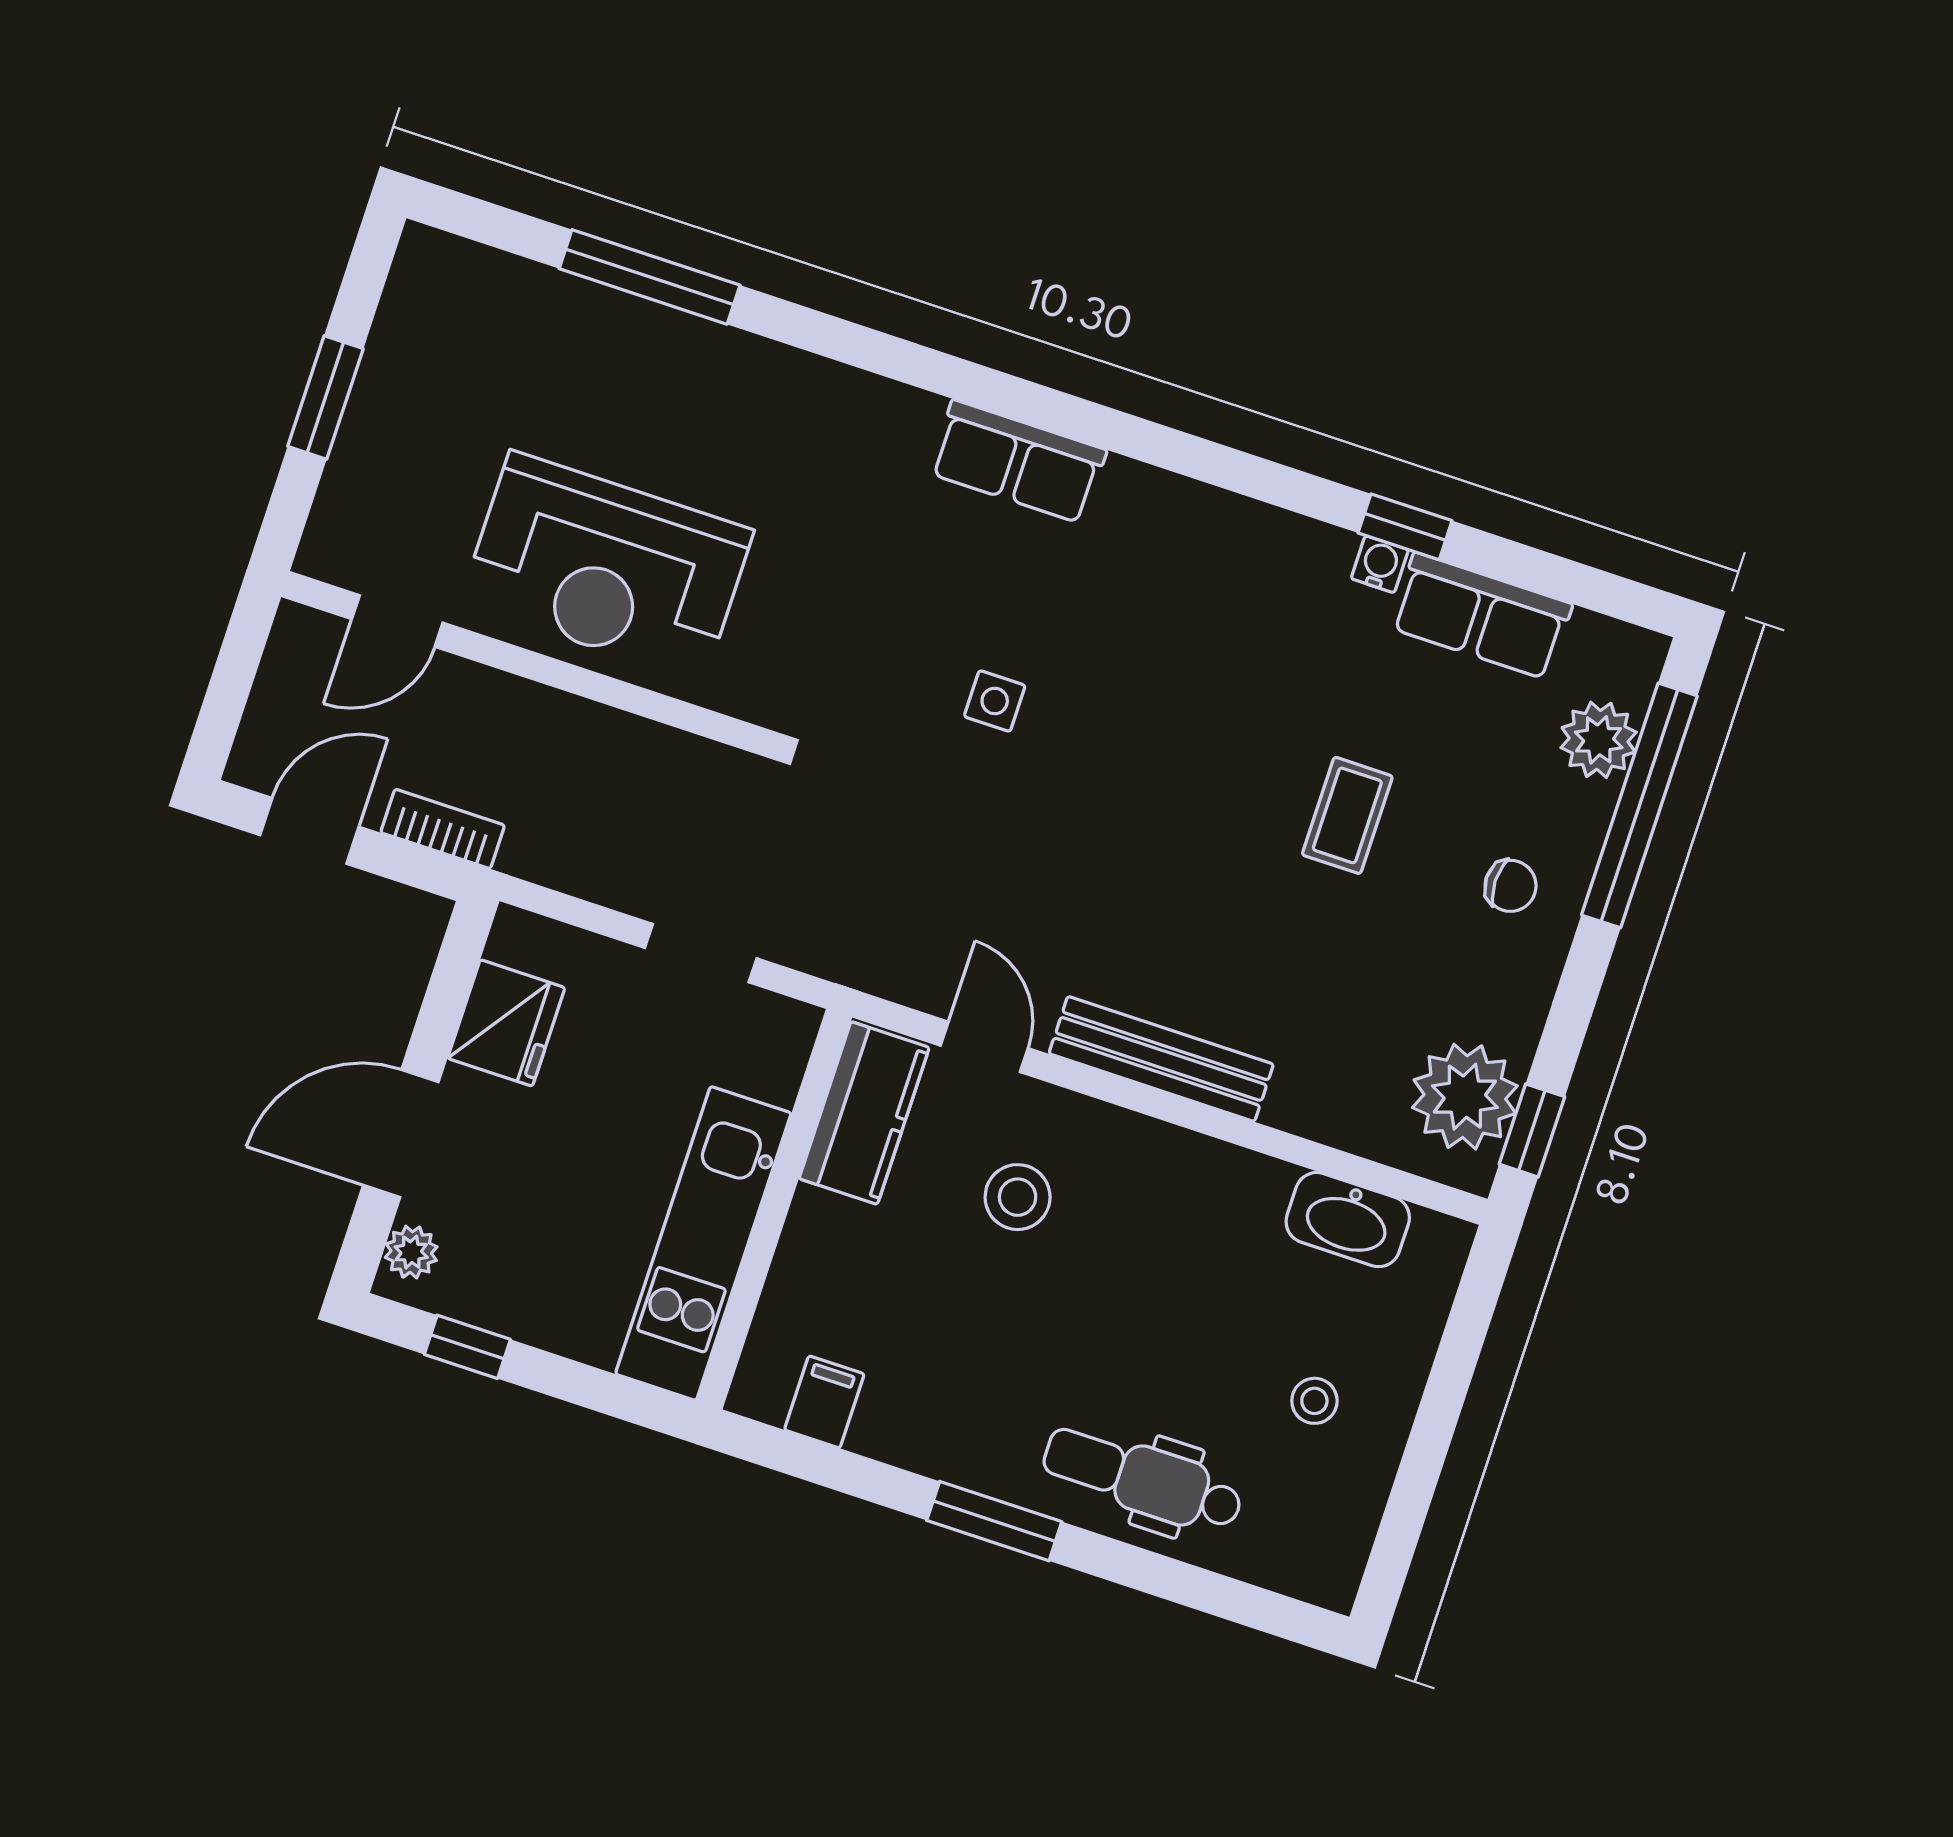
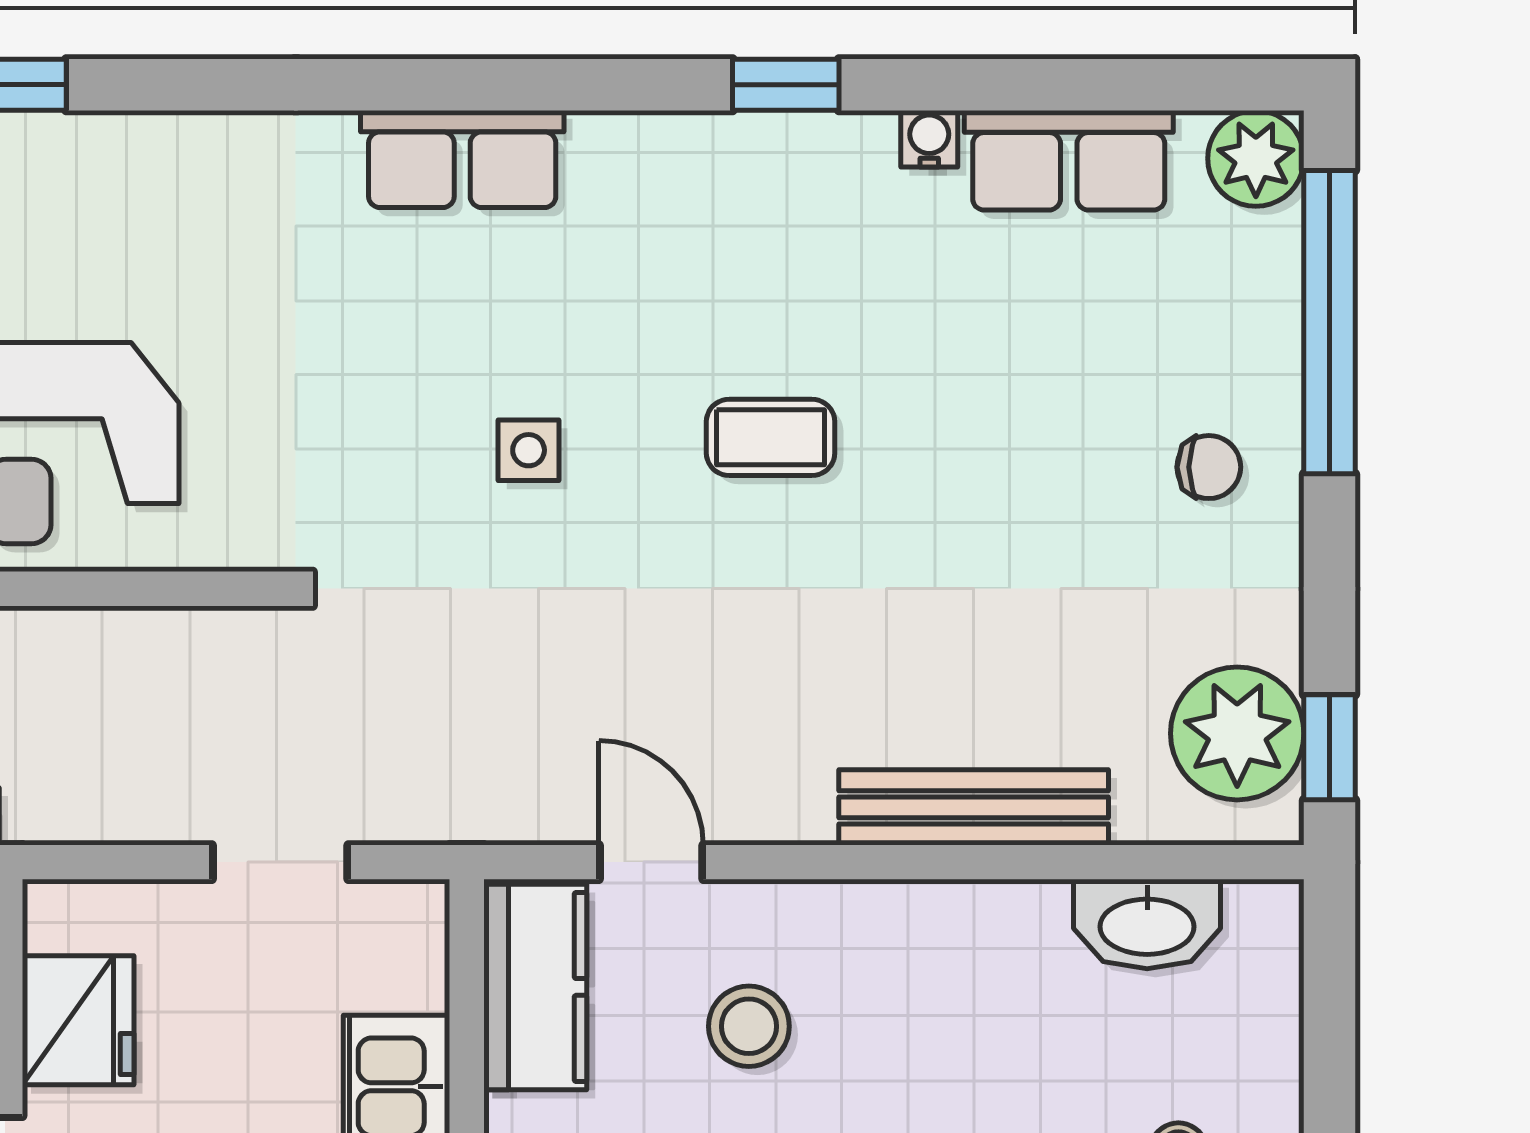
window: (1405, 527) -> (786, 85), moved
plant: (1599, 740) -> (1256, 158), moved
coffee table: (1347, 815) -> (771, 437), moved, turned 90
bench: (1161, 1059) -> (974, 807), moved

